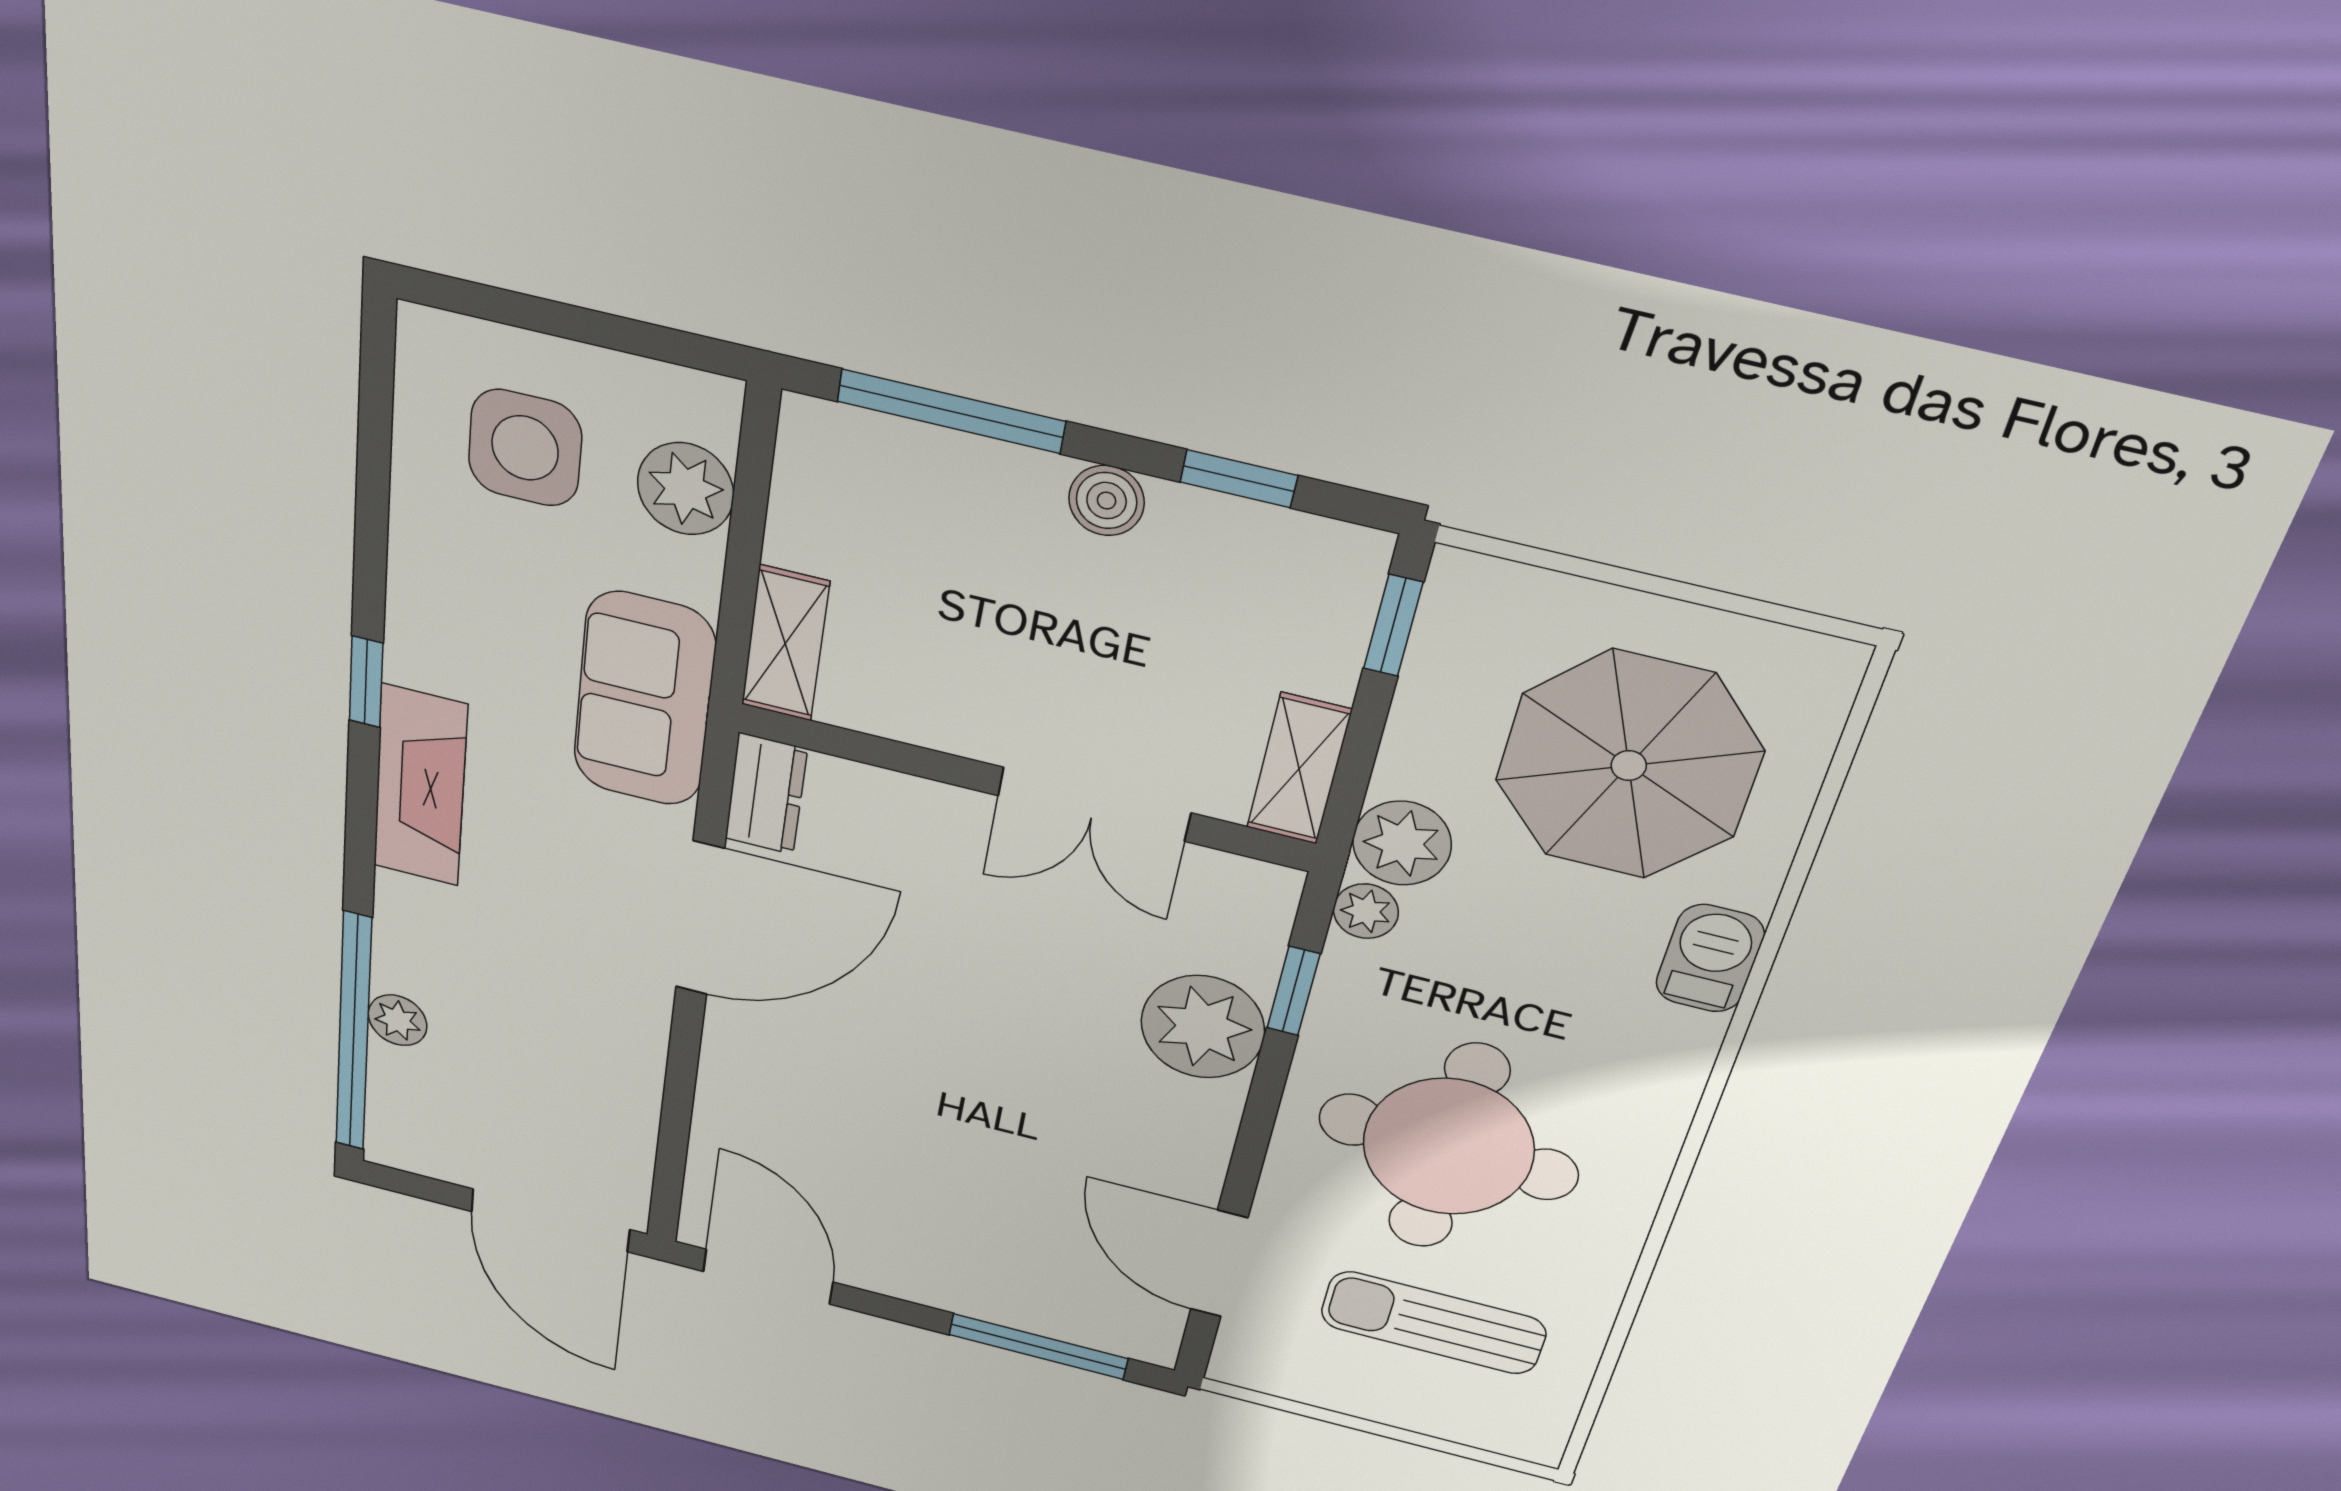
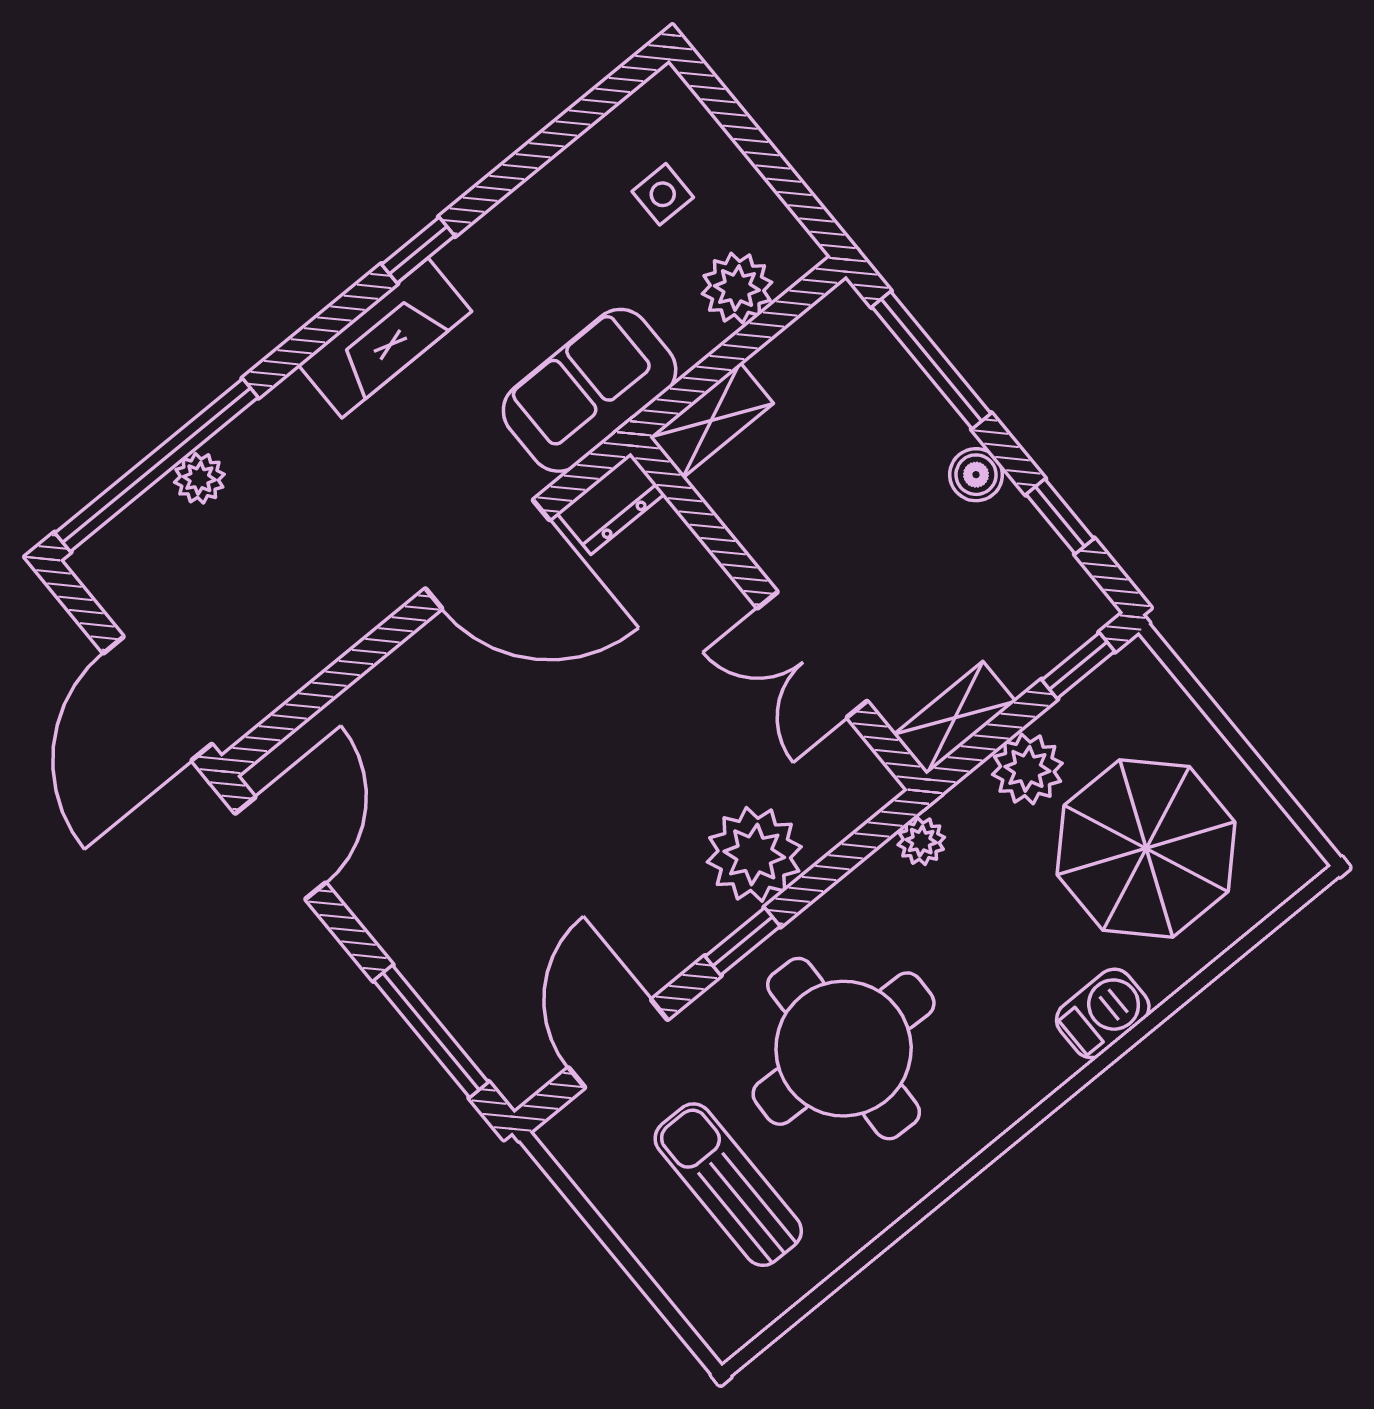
side table: (525, 448) -> (663, 194), width x0.54, depth x0.54
plant: (1402, 843) -> (1027, 769), moved
window: (1293, 991) -> (743, 941), moved

